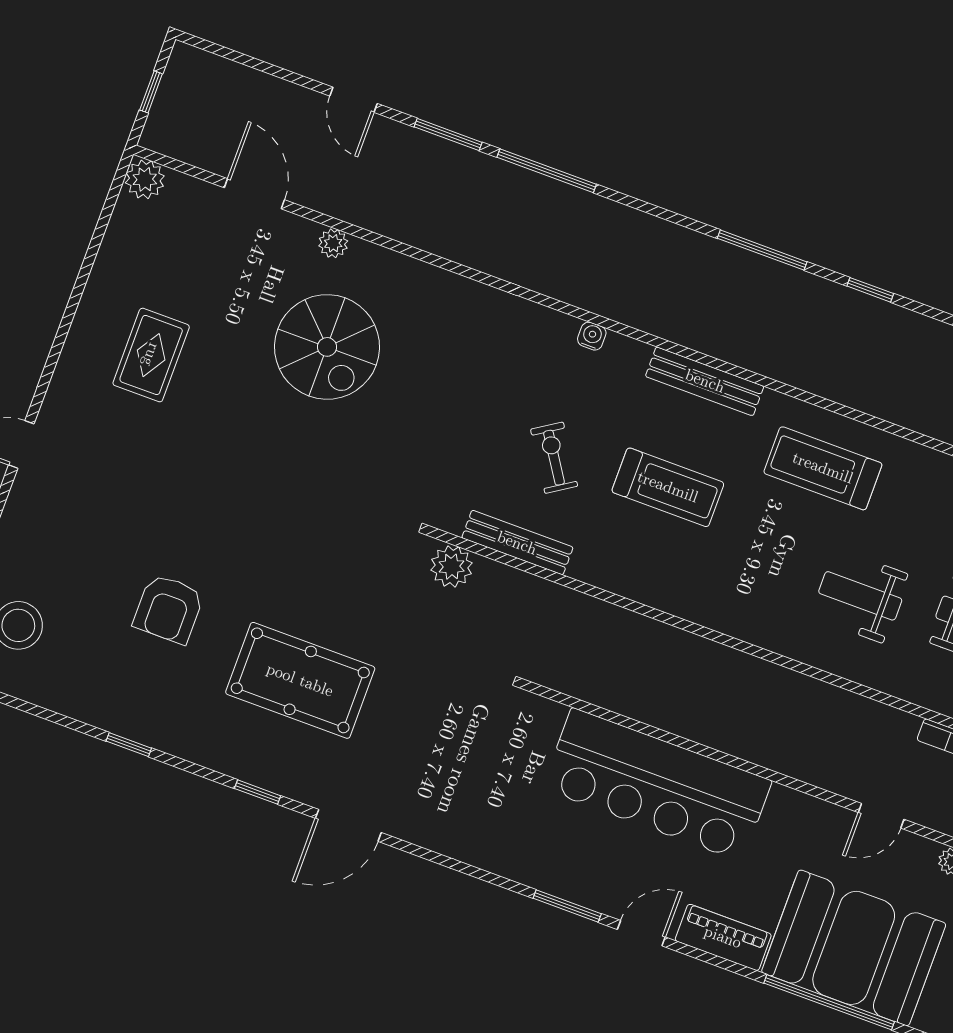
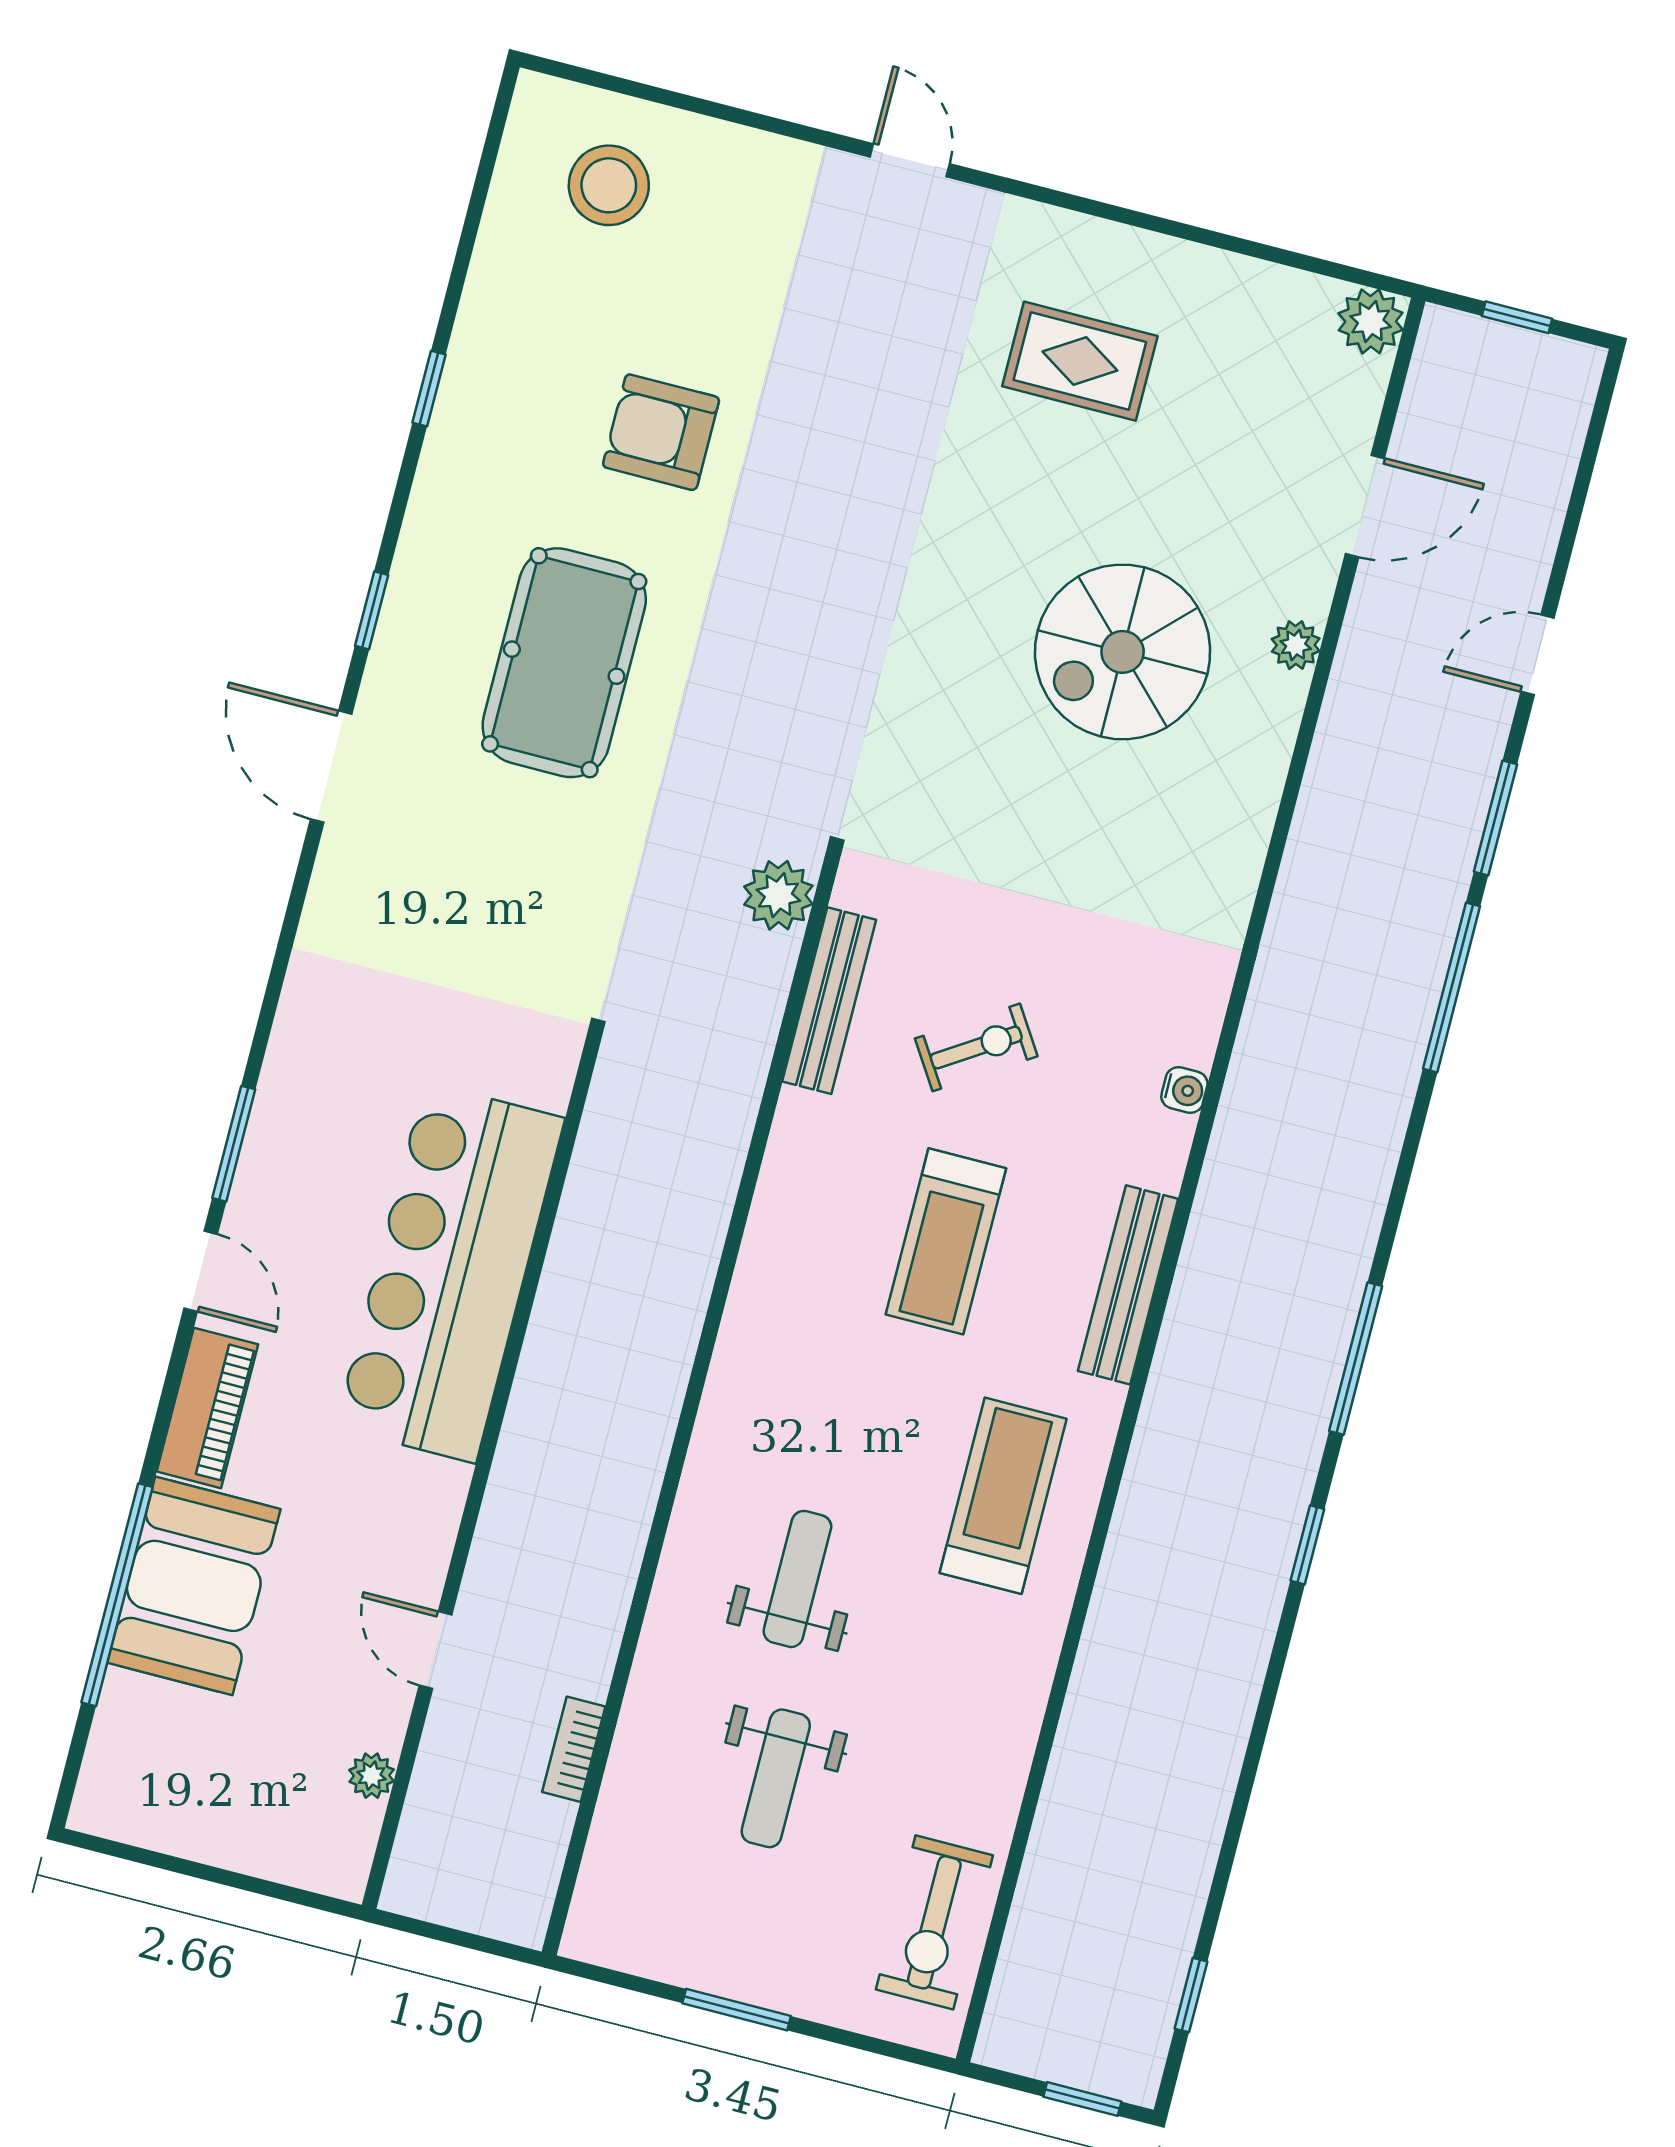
booth: (854, 948) -> (194, 1586), width x0.73, depth x0.70

